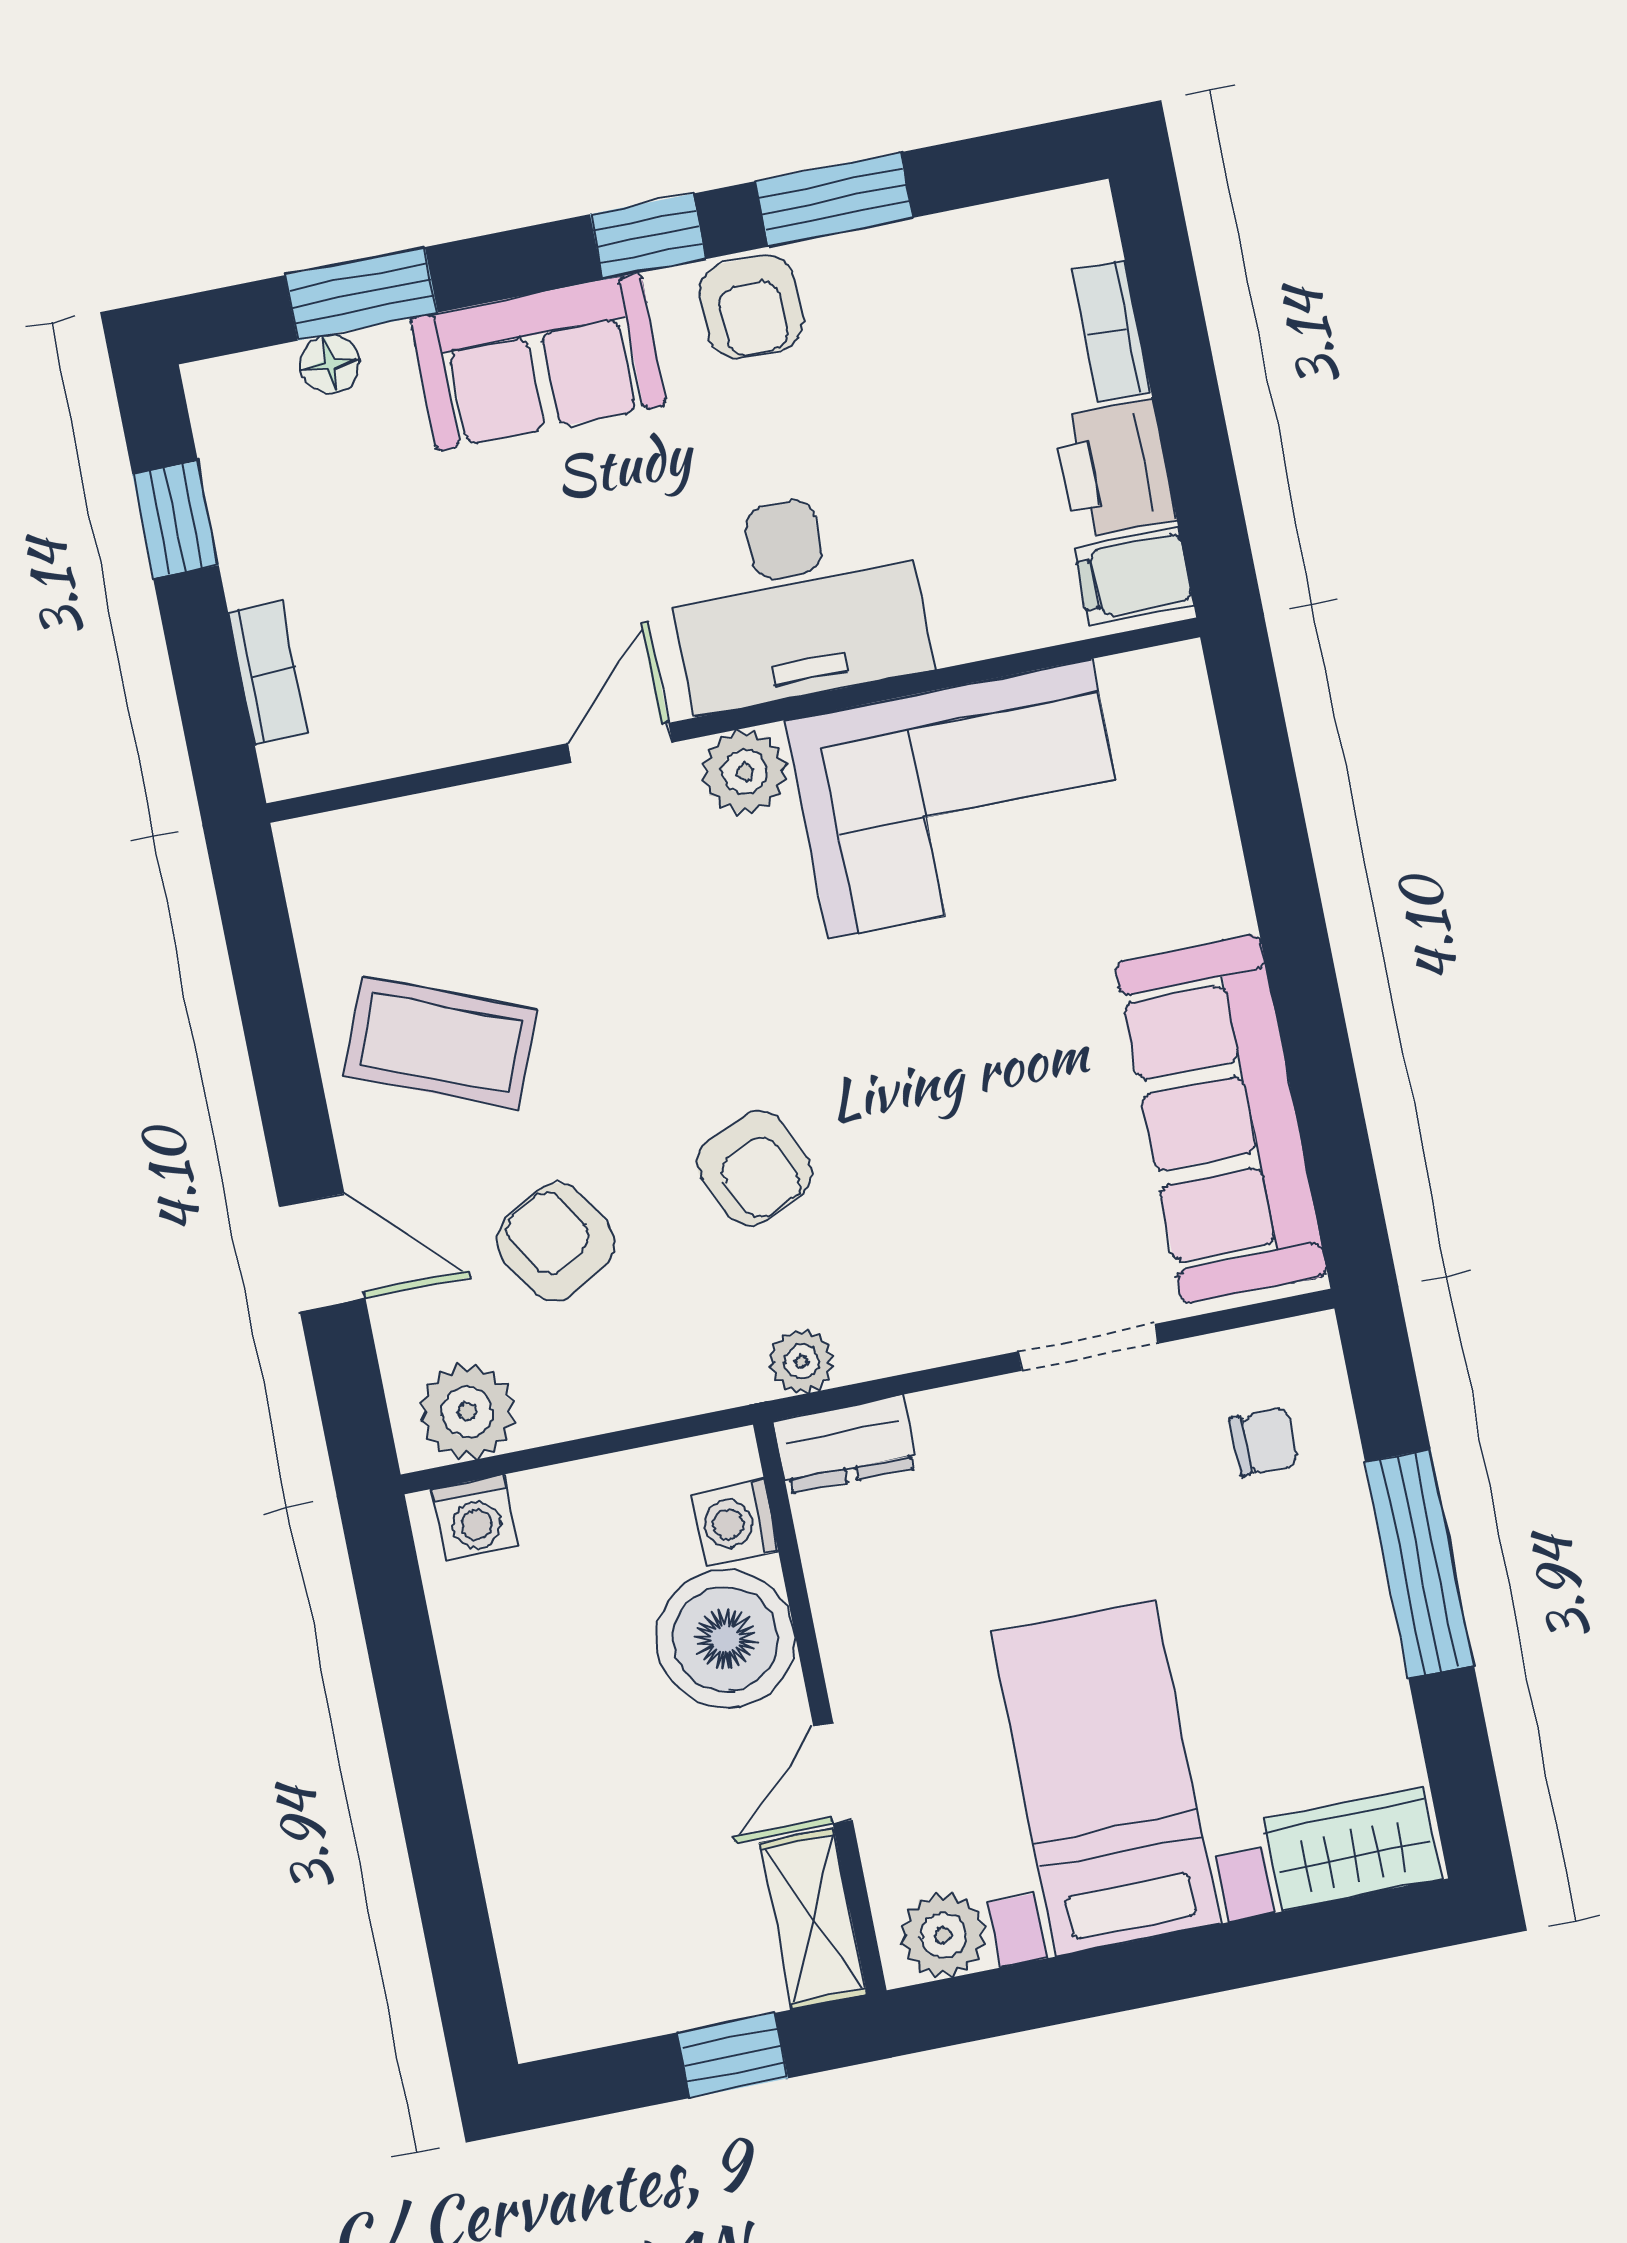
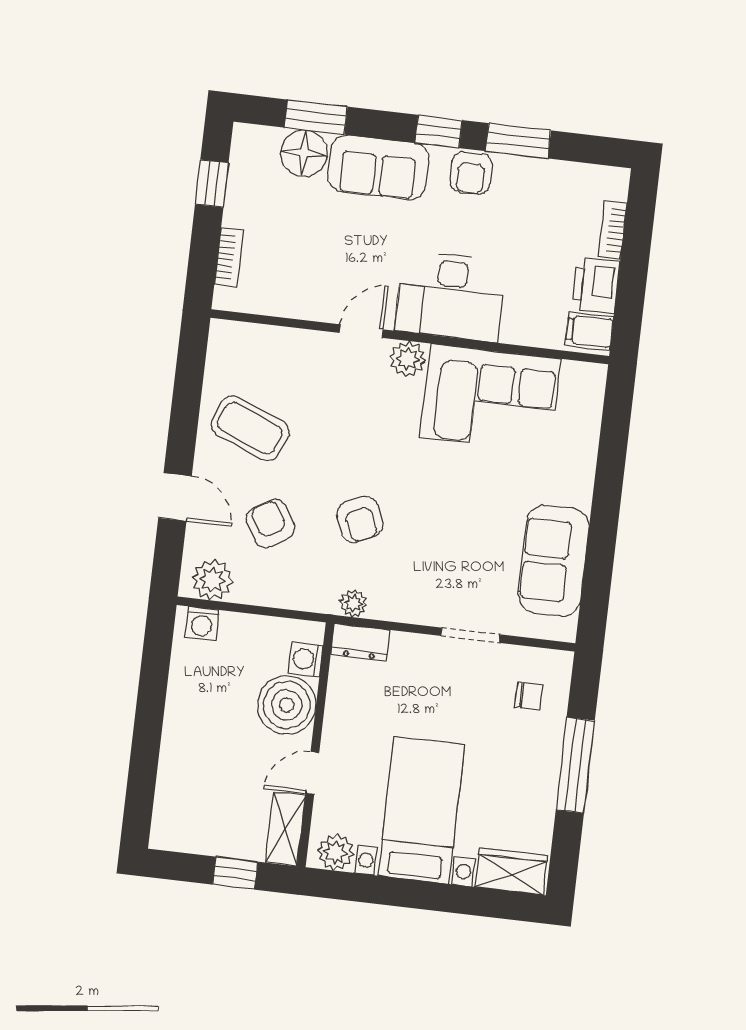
floor lamp: (330, 364) -> (304, 153), width x1.89, depth x1.89
sofa: (1221, 1119) -> (554, 561), width x0.73

